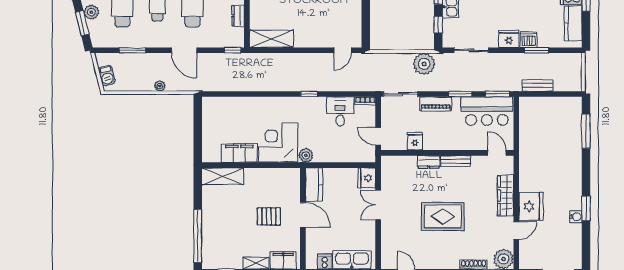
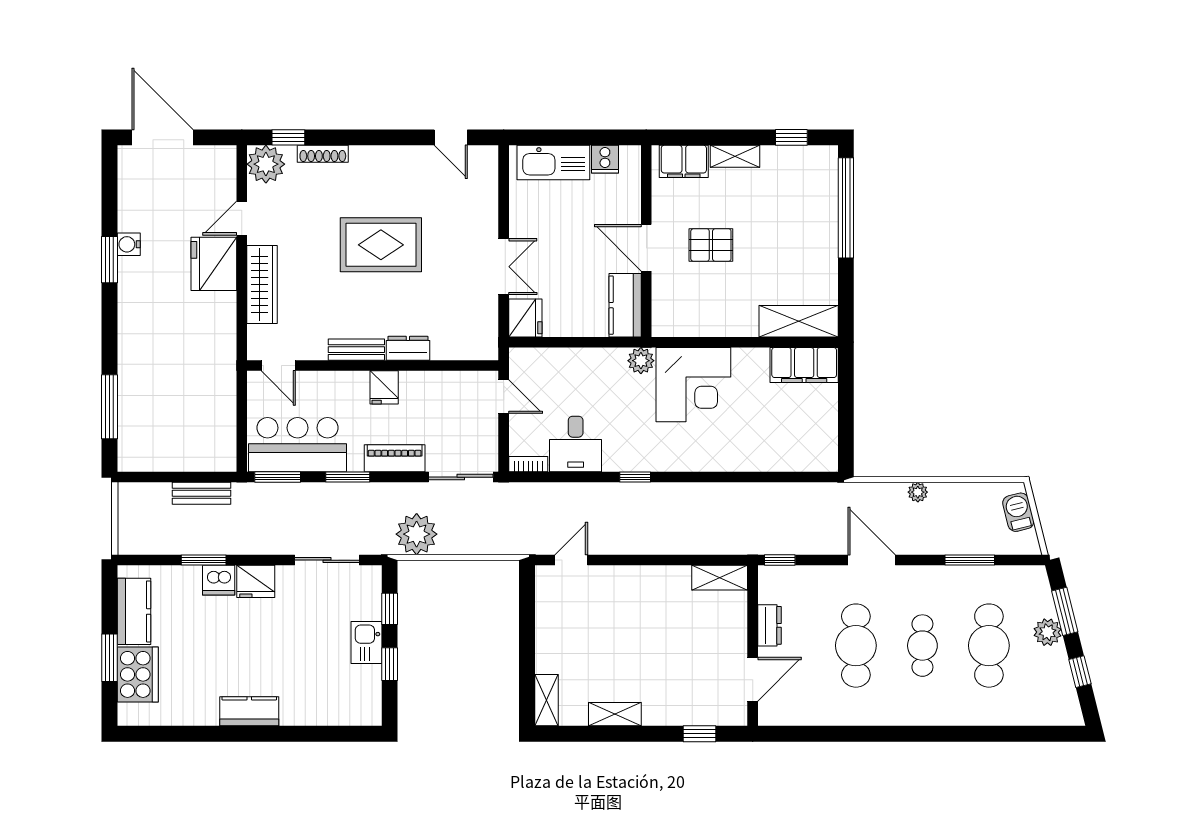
shelving: (272, 39) -> (720, 578), width x0.67, depth x0.75
fridge: (415, 141) -> (384, 387), moved
filing cabinet: (239, 153) -> (804, 365), moved

